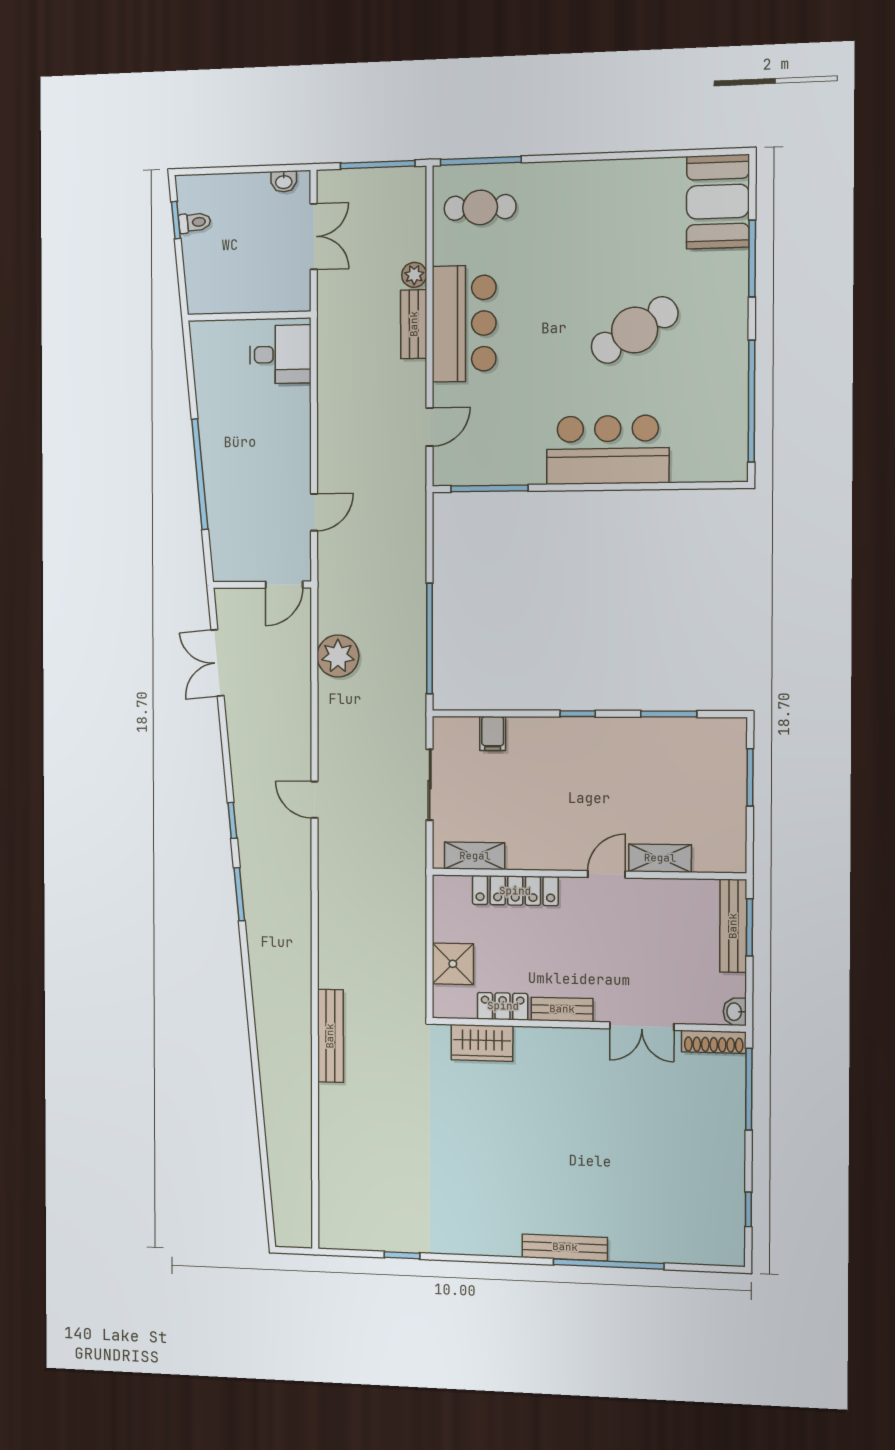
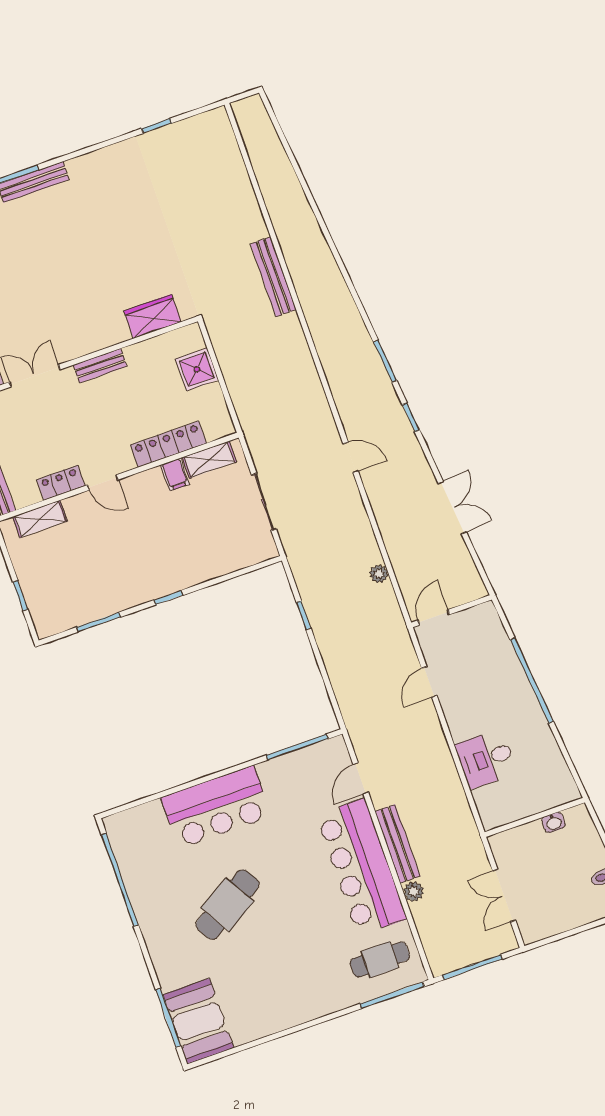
washbasin: (284, 182) -> (554, 822), moved, turned 180
window: (752, 259) -> (168, 1018), moved
bench: (414, 324) -> (398, 844), width x1.36
bar counter: (464, 324) -> (361, 867), width x1.36
desk: (280, 354) -> (486, 759), moved
window: (429, 639) -> (304, 615), width x0.32
plant: (338, 656) -> (379, 574), width x0.53, depth x0.53
double door: (218, 663) -> (452, 508), moved
filing cabinet: (493, 734) -> (175, 475), moved, turned 180
window: (750, 777) -> (20, 596), width x0.67
shelving: (660, 858) -> (40, 519), moved
door: (607, 874) -> (103, 482), hinge flipped
locker: (503, 1006) -> (61, 483), moved, turned 180

